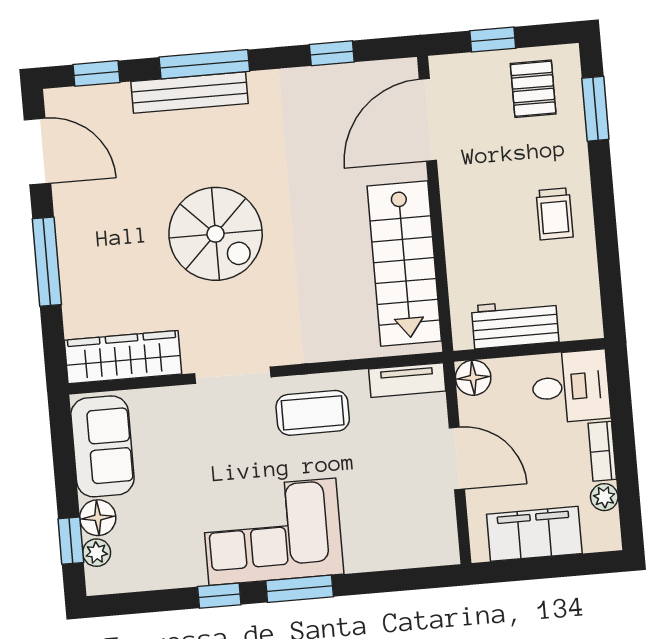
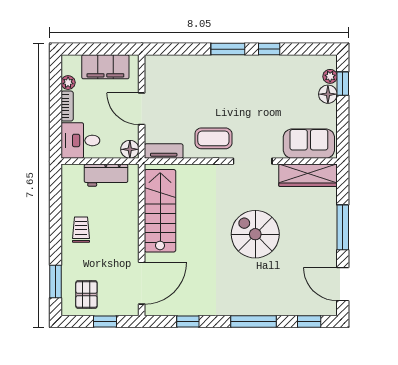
bench: (189, 92) -> (262, 308), removed
sofa: (102, 446) -> (309, 144), moved, turned 90
corner sofa: (272, 532) -> (239, 79), removed

